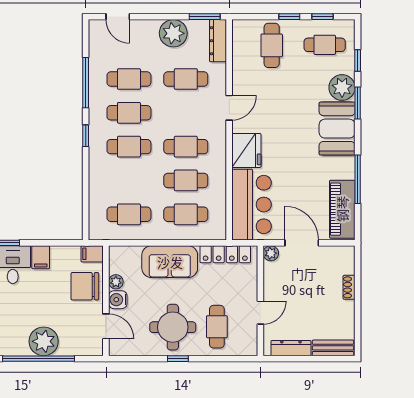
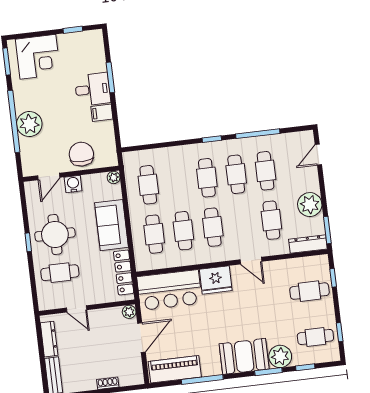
window: (289, 17) -> (333, 278), moved
cafe table: (325, 45) -> (315, 337), turned 90
filing cabinet: (92, 254) -> (110, 157), removed
plant: (116, 282) -> (114, 177), moved

